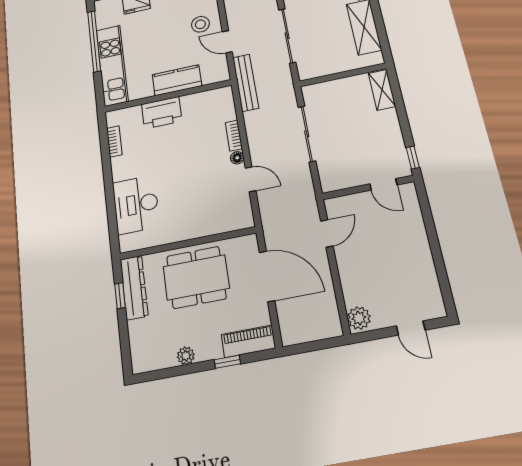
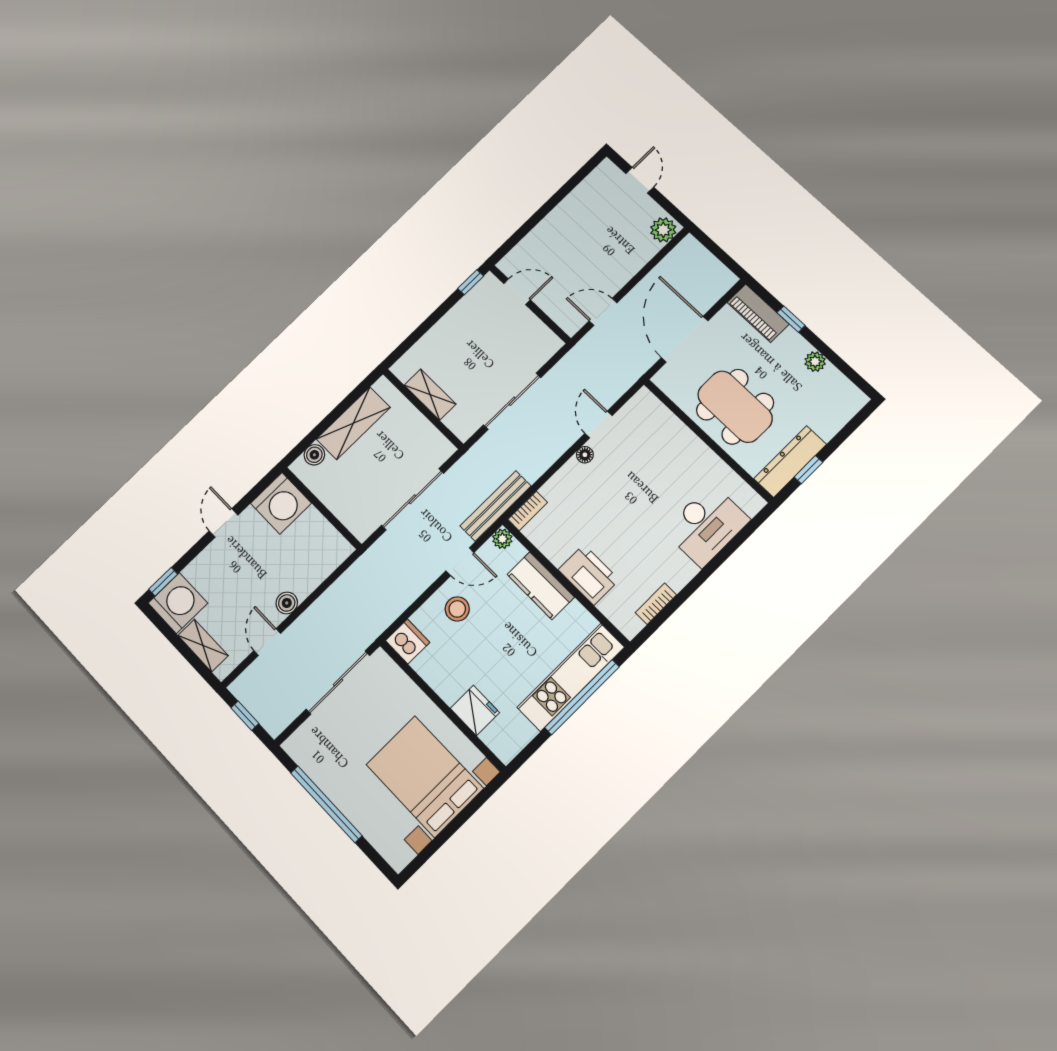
window: (94, 41) -> (582, 697), moved
door: (227, 42) -> (460, 562), hinge flipped
plant: (222, 75) -> (502, 539), added
shelving: (382, 90) -> (430, 395), moved, turned 90
bookcase: (234, 136) -> (528, 511), moved
door: (383, 184) -> (517, 292), hinge flipped

